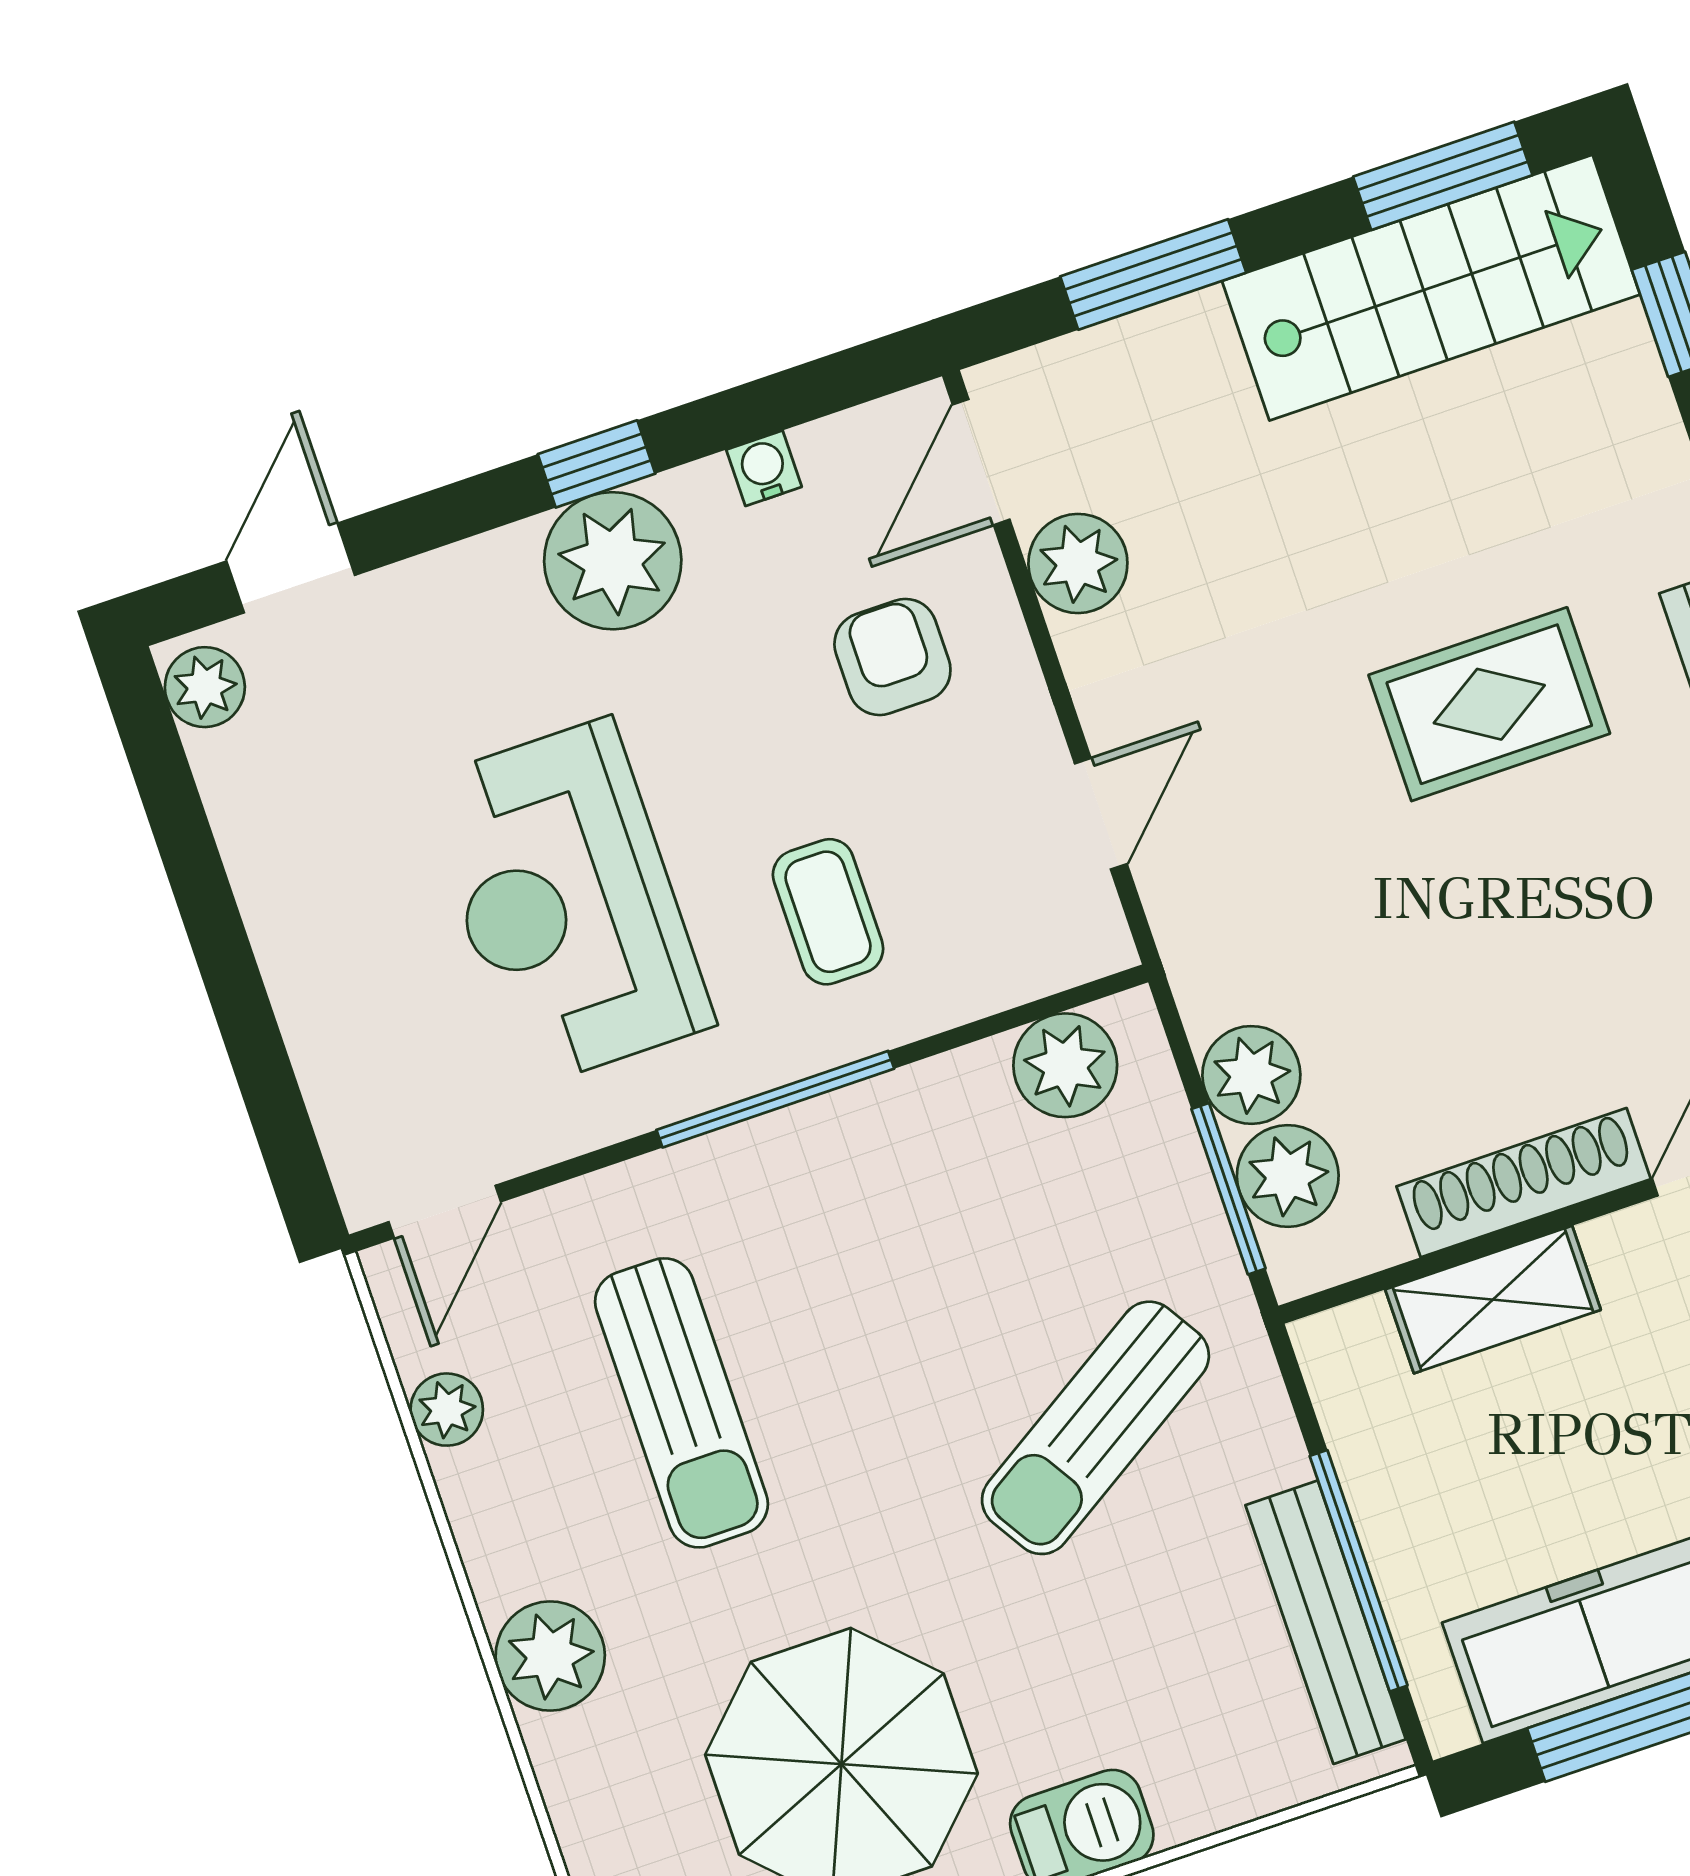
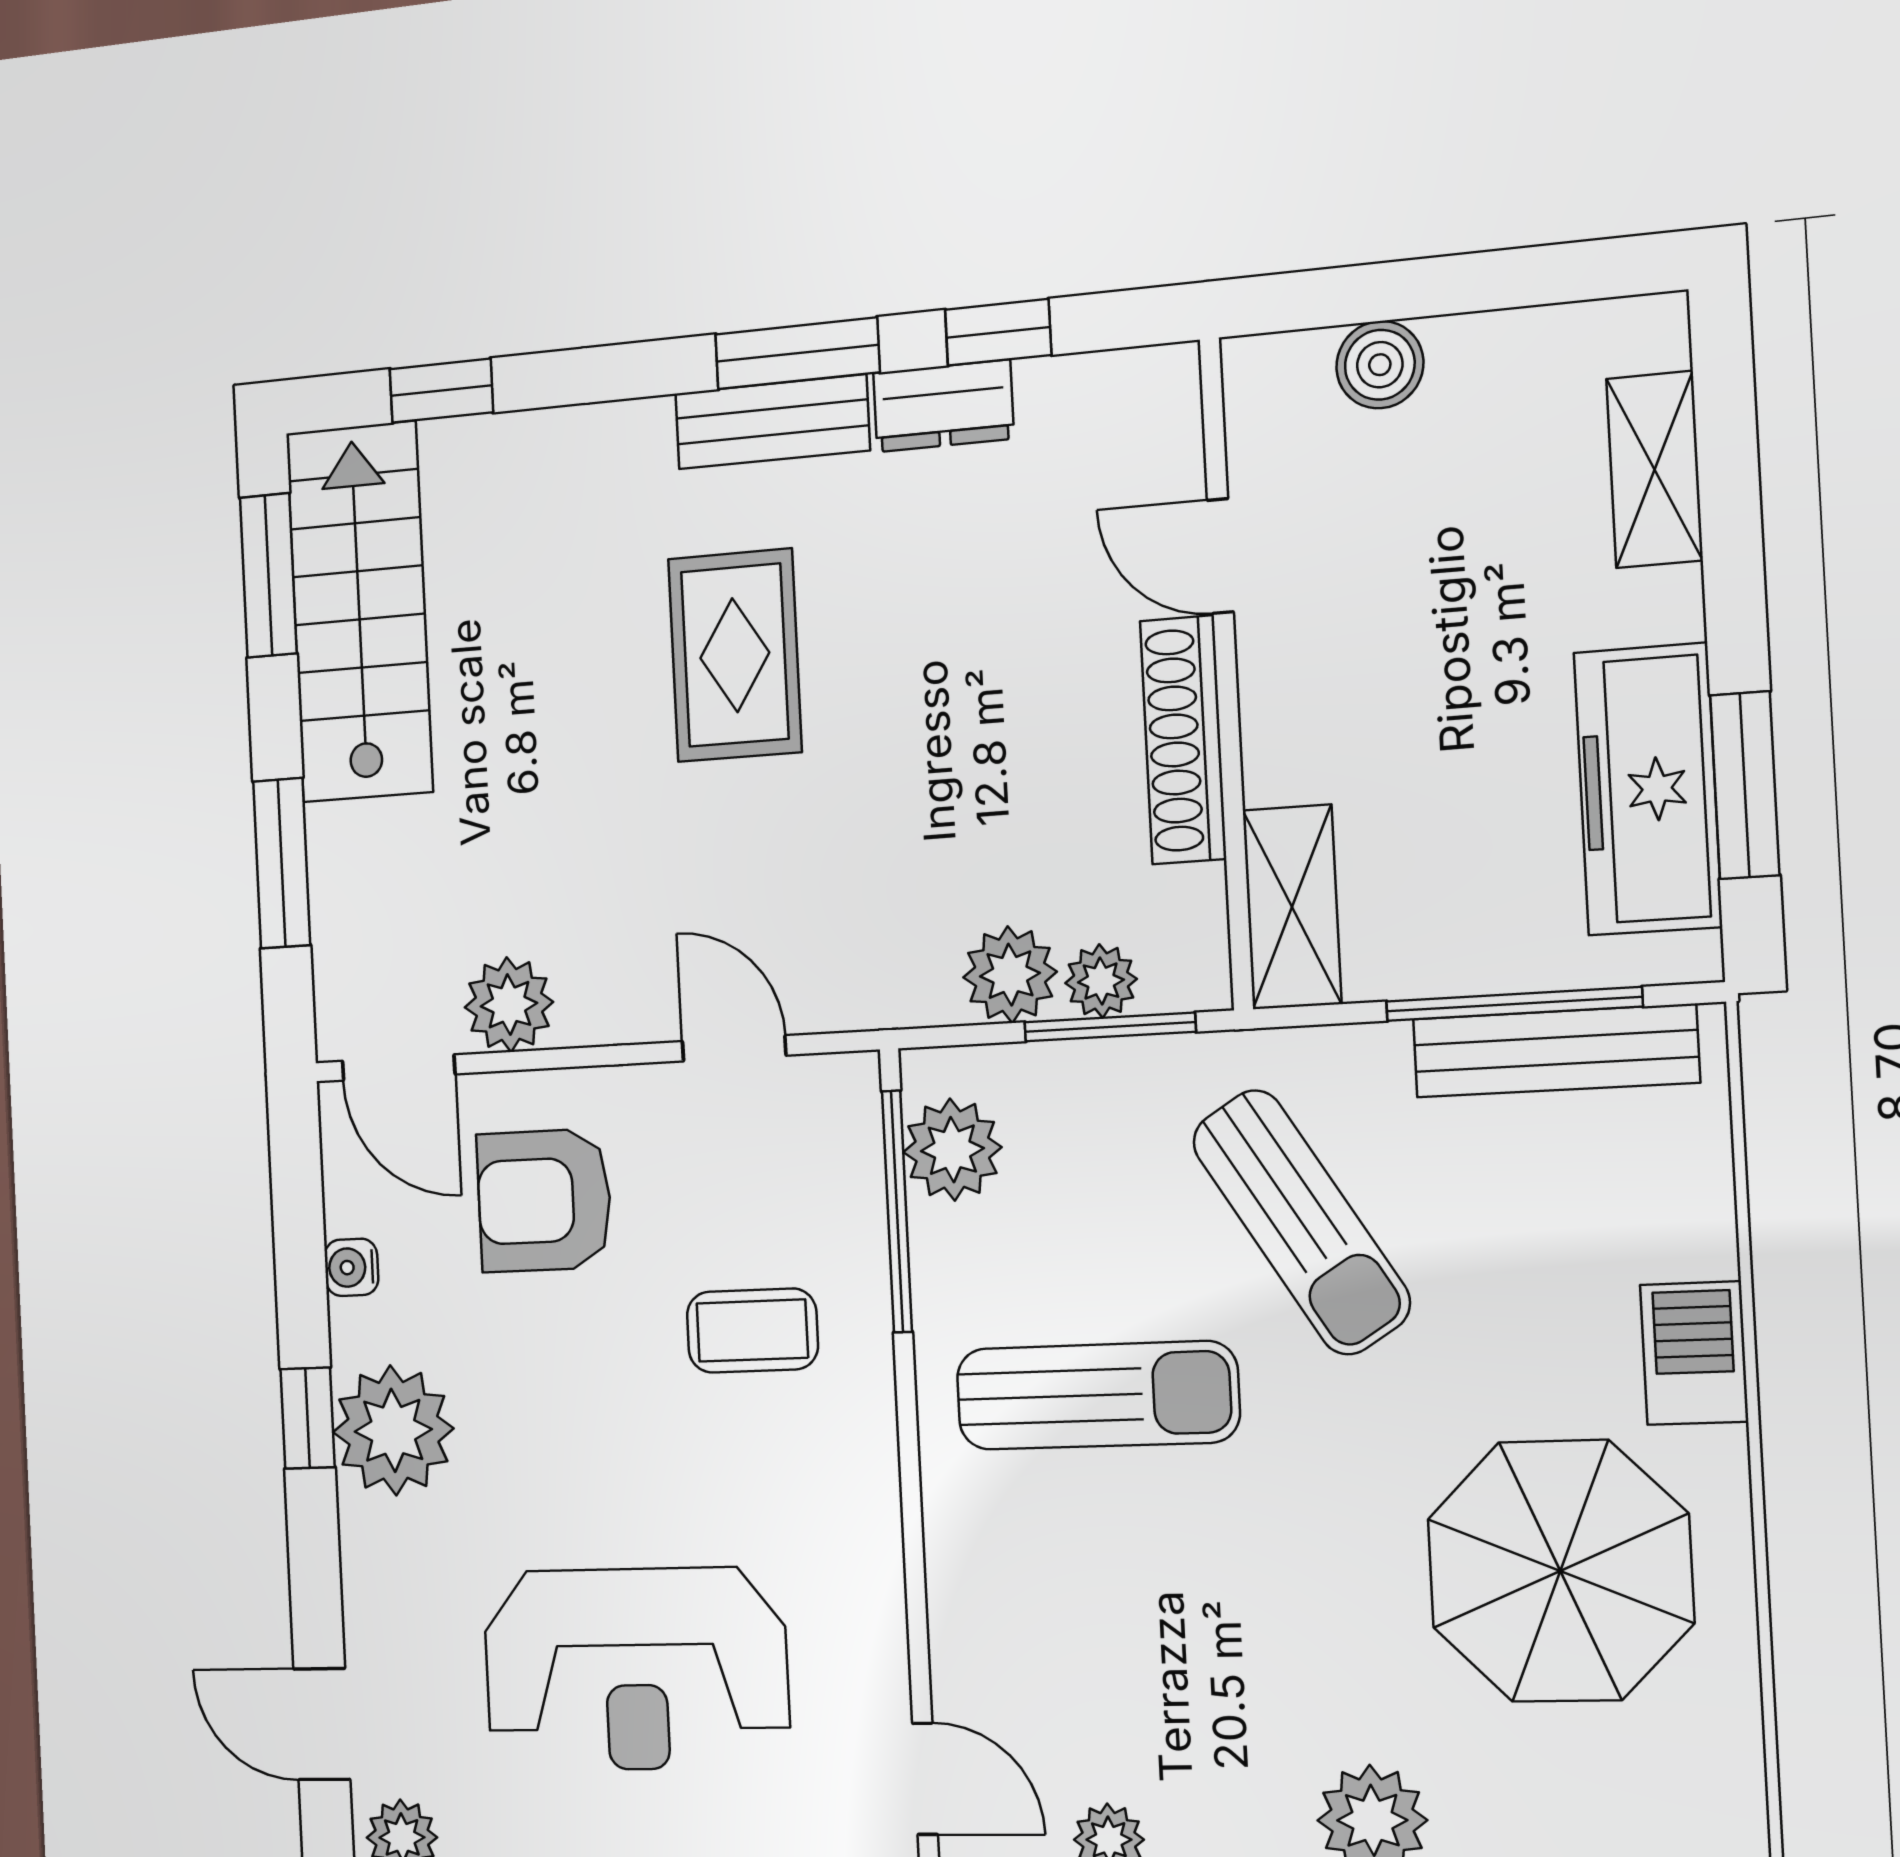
armchair: (892, 657) -> (544, 1200), width x1.38, depth x1.38
reception desk: (567, 903) -> (636, 1669), moved
window: (775, 1099) -> (897, 1211), moved
plant: (1288, 1176) -> (1101, 981), width x0.73, depth x0.73
shelving: (1493, 1300) -> (1292, 907), moved
sun lounger: (681, 1403) -> (1097, 1395), moved

